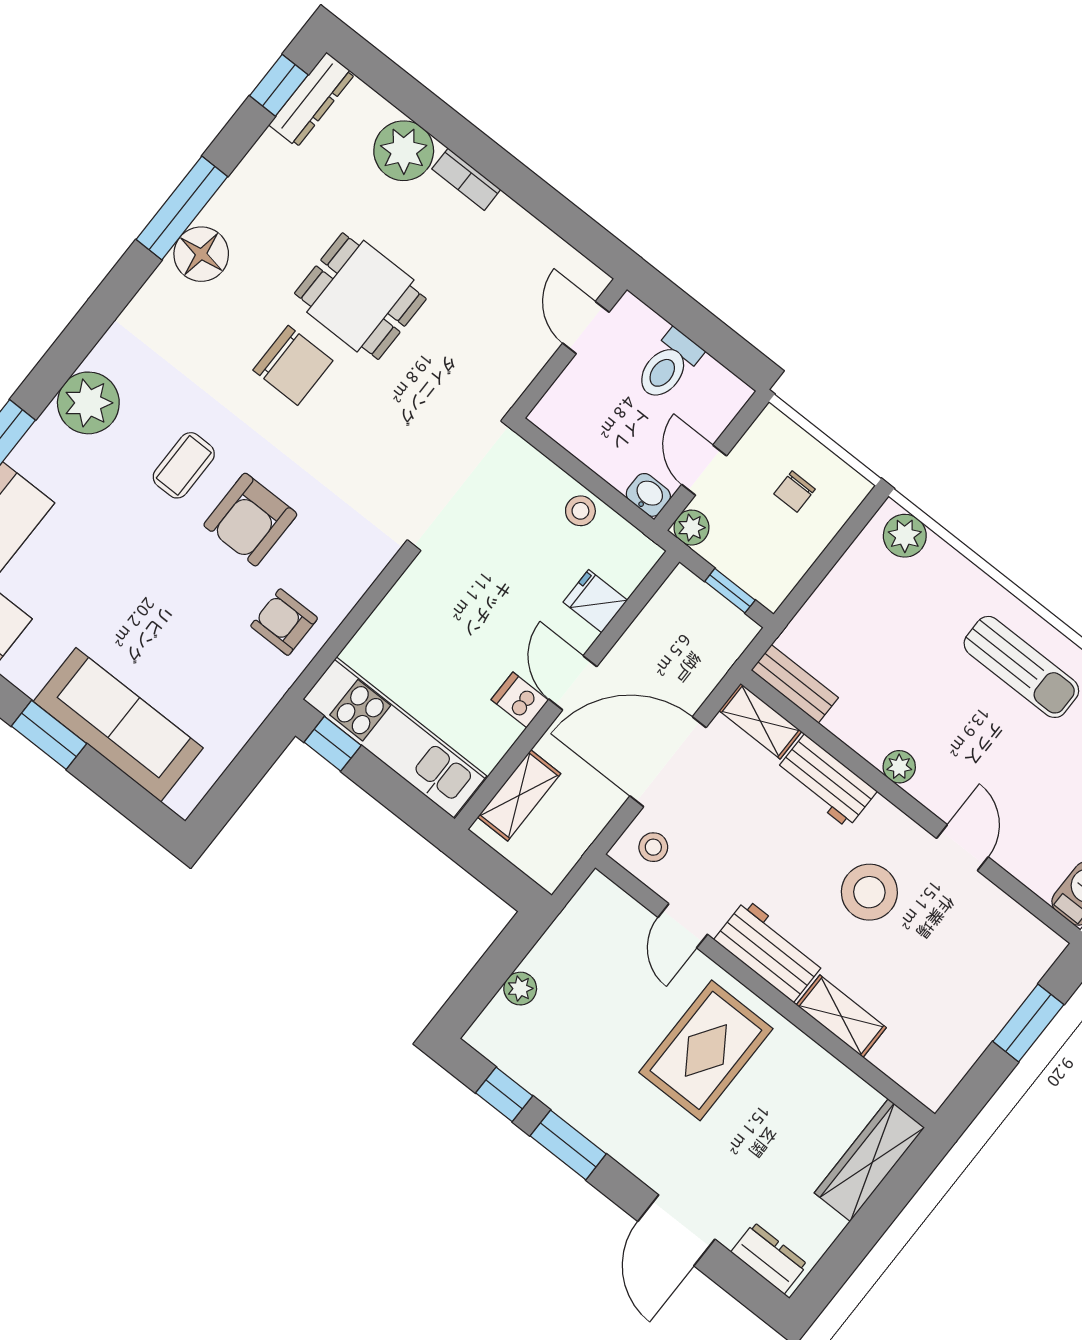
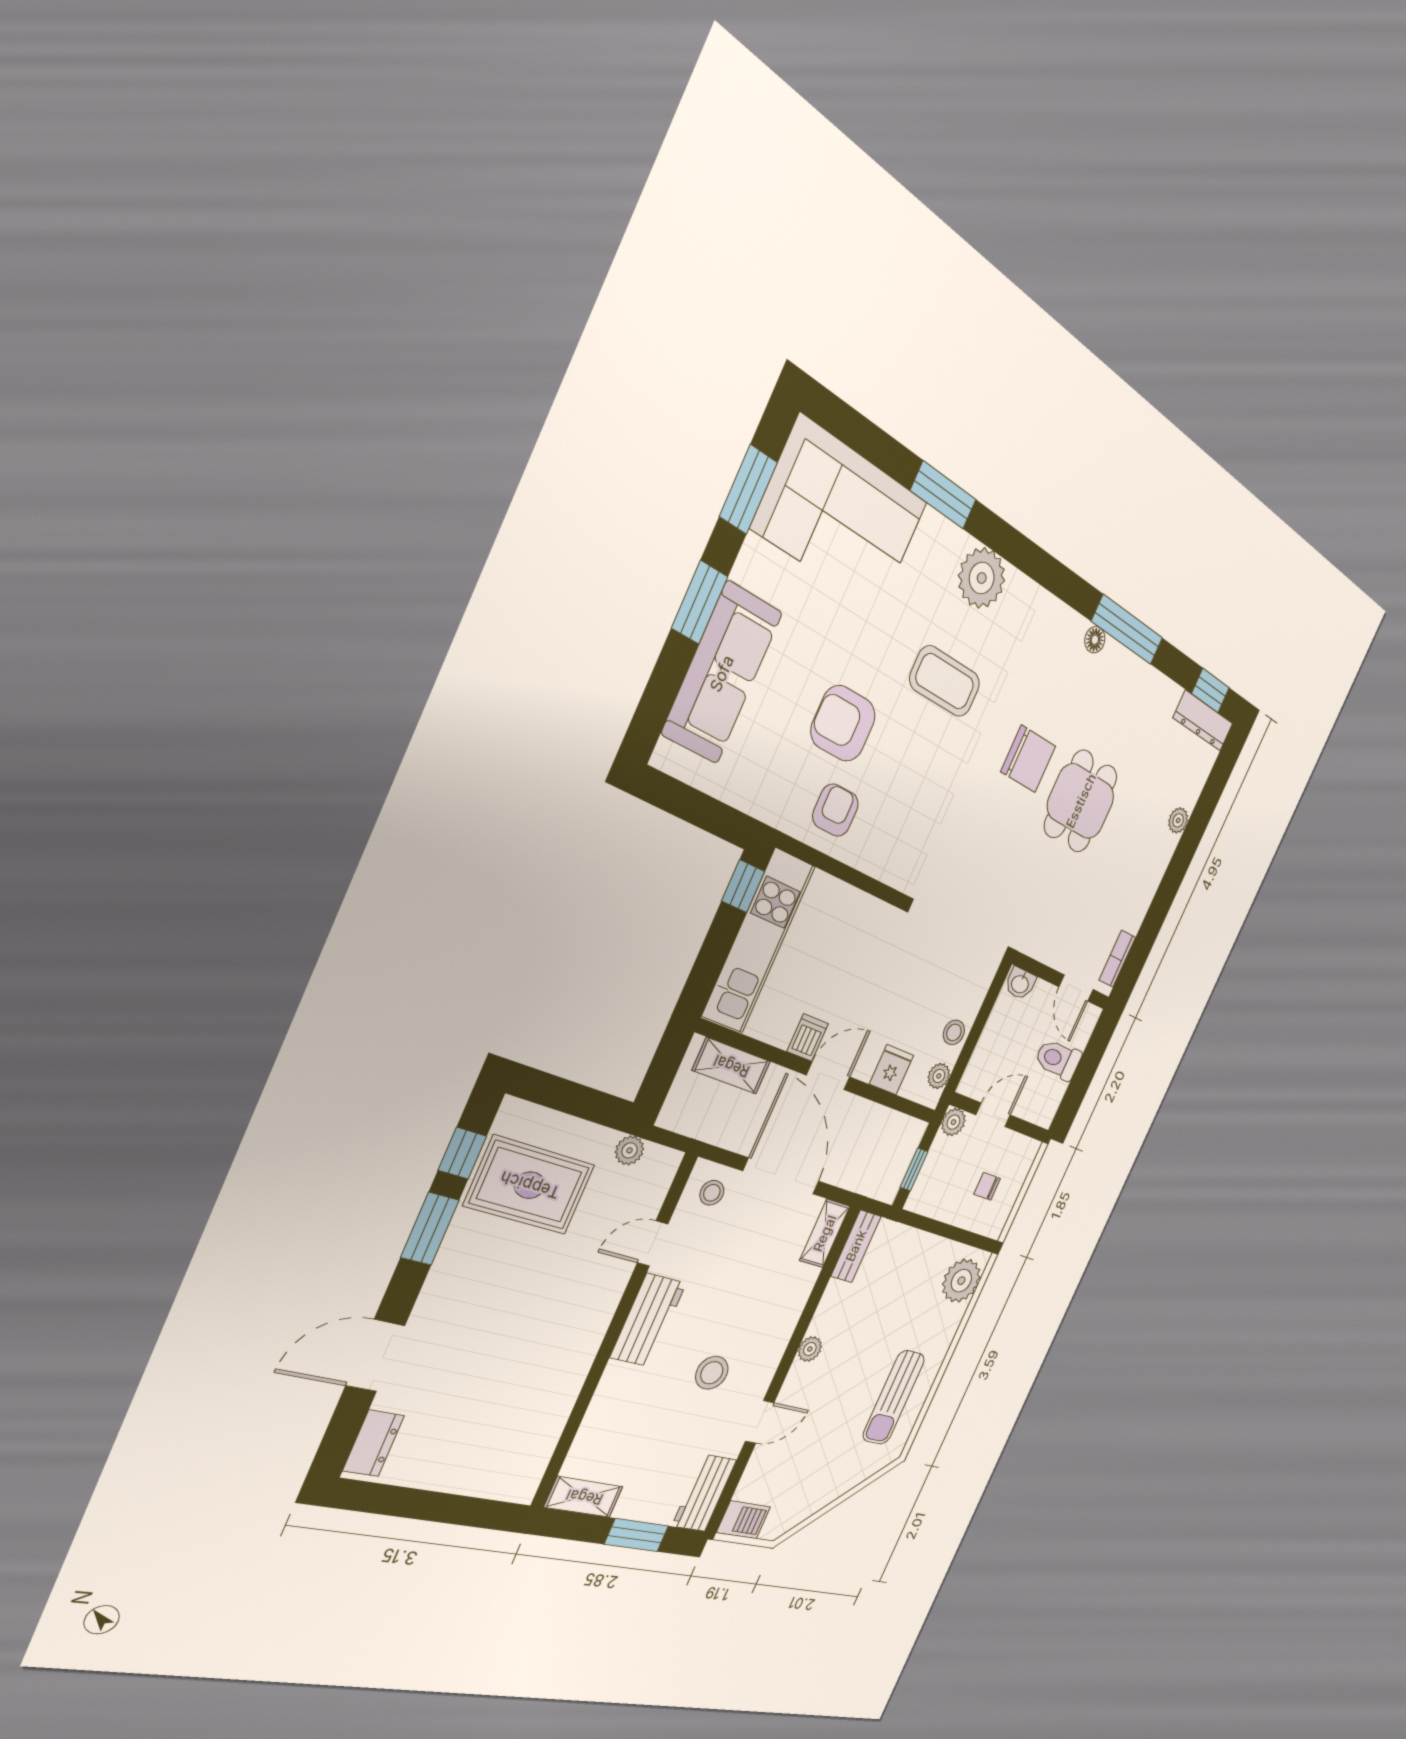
plant: (404, 151) -> (1178, 820), width x0.53, depth x0.53
bookcase: (466, 179) -> (1117, 959), moved
floor lamp: (201, 254) -> (1095, 640), width x0.53, depth x0.53
door: (586, 328) -> (1076, 988), swing flipped
chair: (293, 365) -> (1028, 759), turned -90
coffee table: (184, 465) -> (945, 681), width x1.36, depth x1.30
washbasin: (648, 495) -> (1020, 984), moved, turned 90
armchair: (250, 520) -> (843, 723), moved
plant: (905, 536) -> (961, 1281), width x1.36, depth x1.36
plant: (626, 539) -> (939, 1076), added
workbench: (826, 781) -> (704, 1493), moved
stool: (869, 892) -> (712, 1373), width x0.73, depth x0.73
plant: (520, 989) -> (629, 1150), moved
shelving: (841, 1016) -> (584, 1497), moved, turned 90
rug: (706, 1050) -> (530, 1185), moved
wardrobe: (869, 1160) -> (490, 1479), removed

